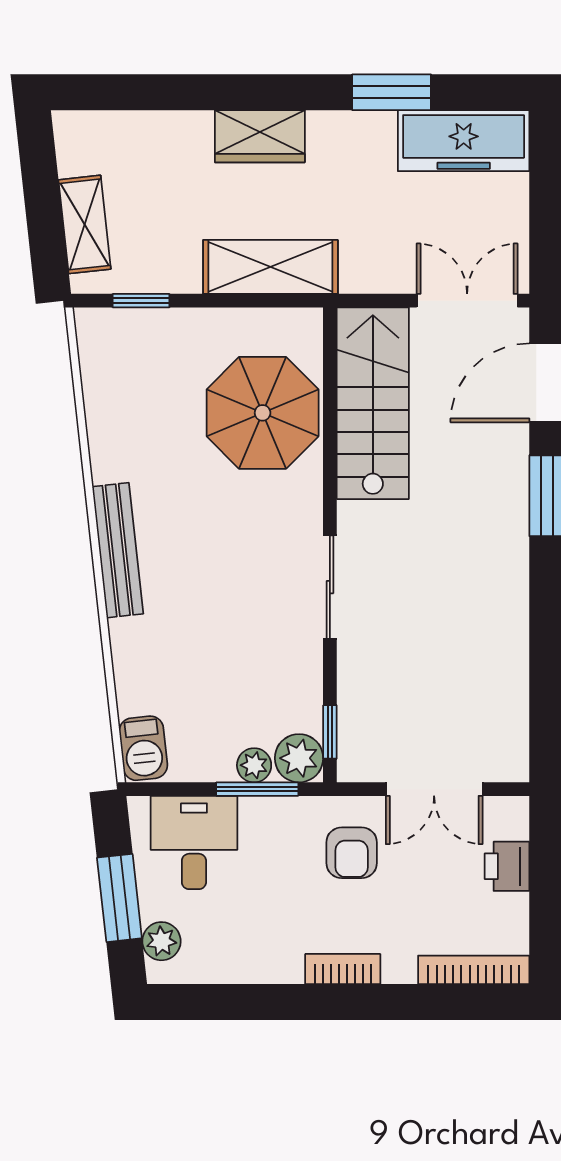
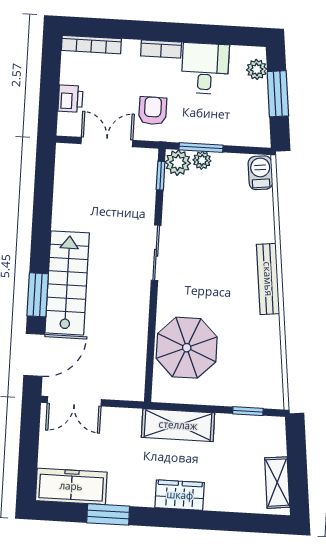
shelving: (85, 224) -> (277, 483), moved
stairs: (373, 403) -> (67, 283), moved, turned 180
desk: (194, 843) -> (205, 68), moved, turned 180

